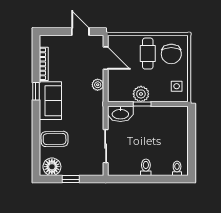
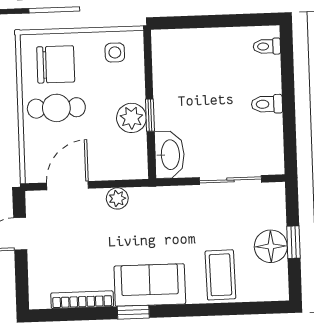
floor lamp: (52, 167) -> (271, 246), moved

